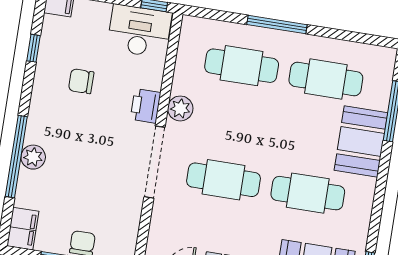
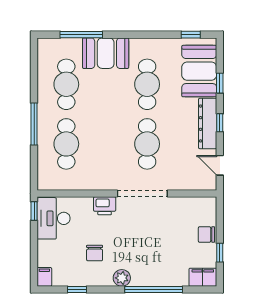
plant: (180, 108) -> (103, 182), removed
plant: (33, 157) -> (122, 278), moved

